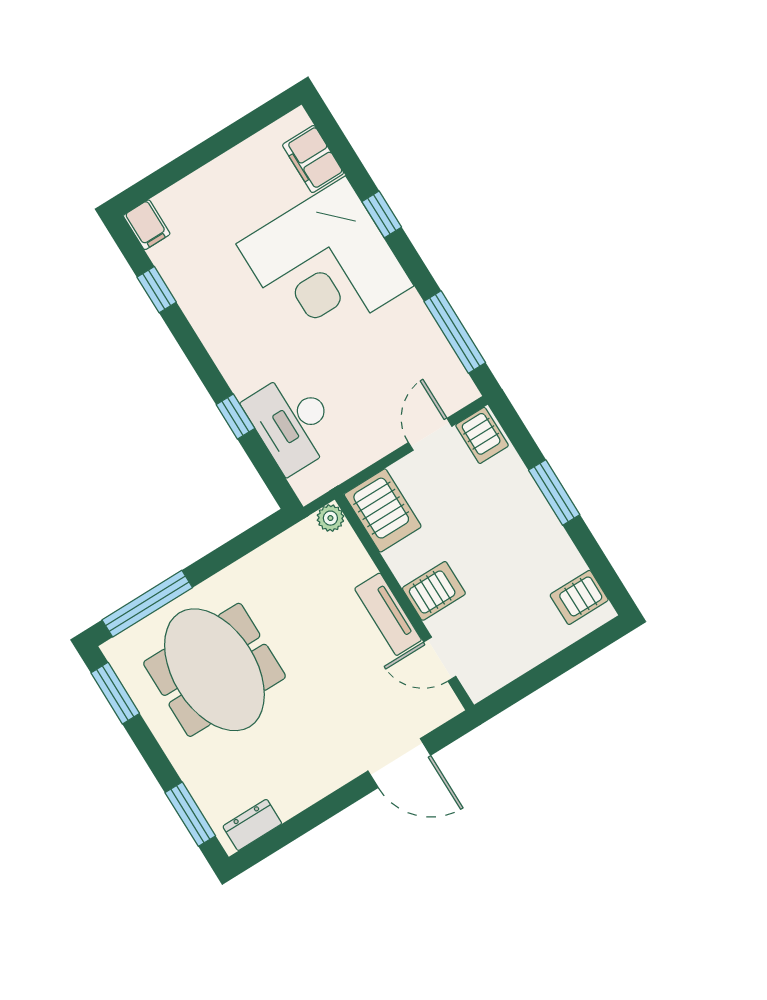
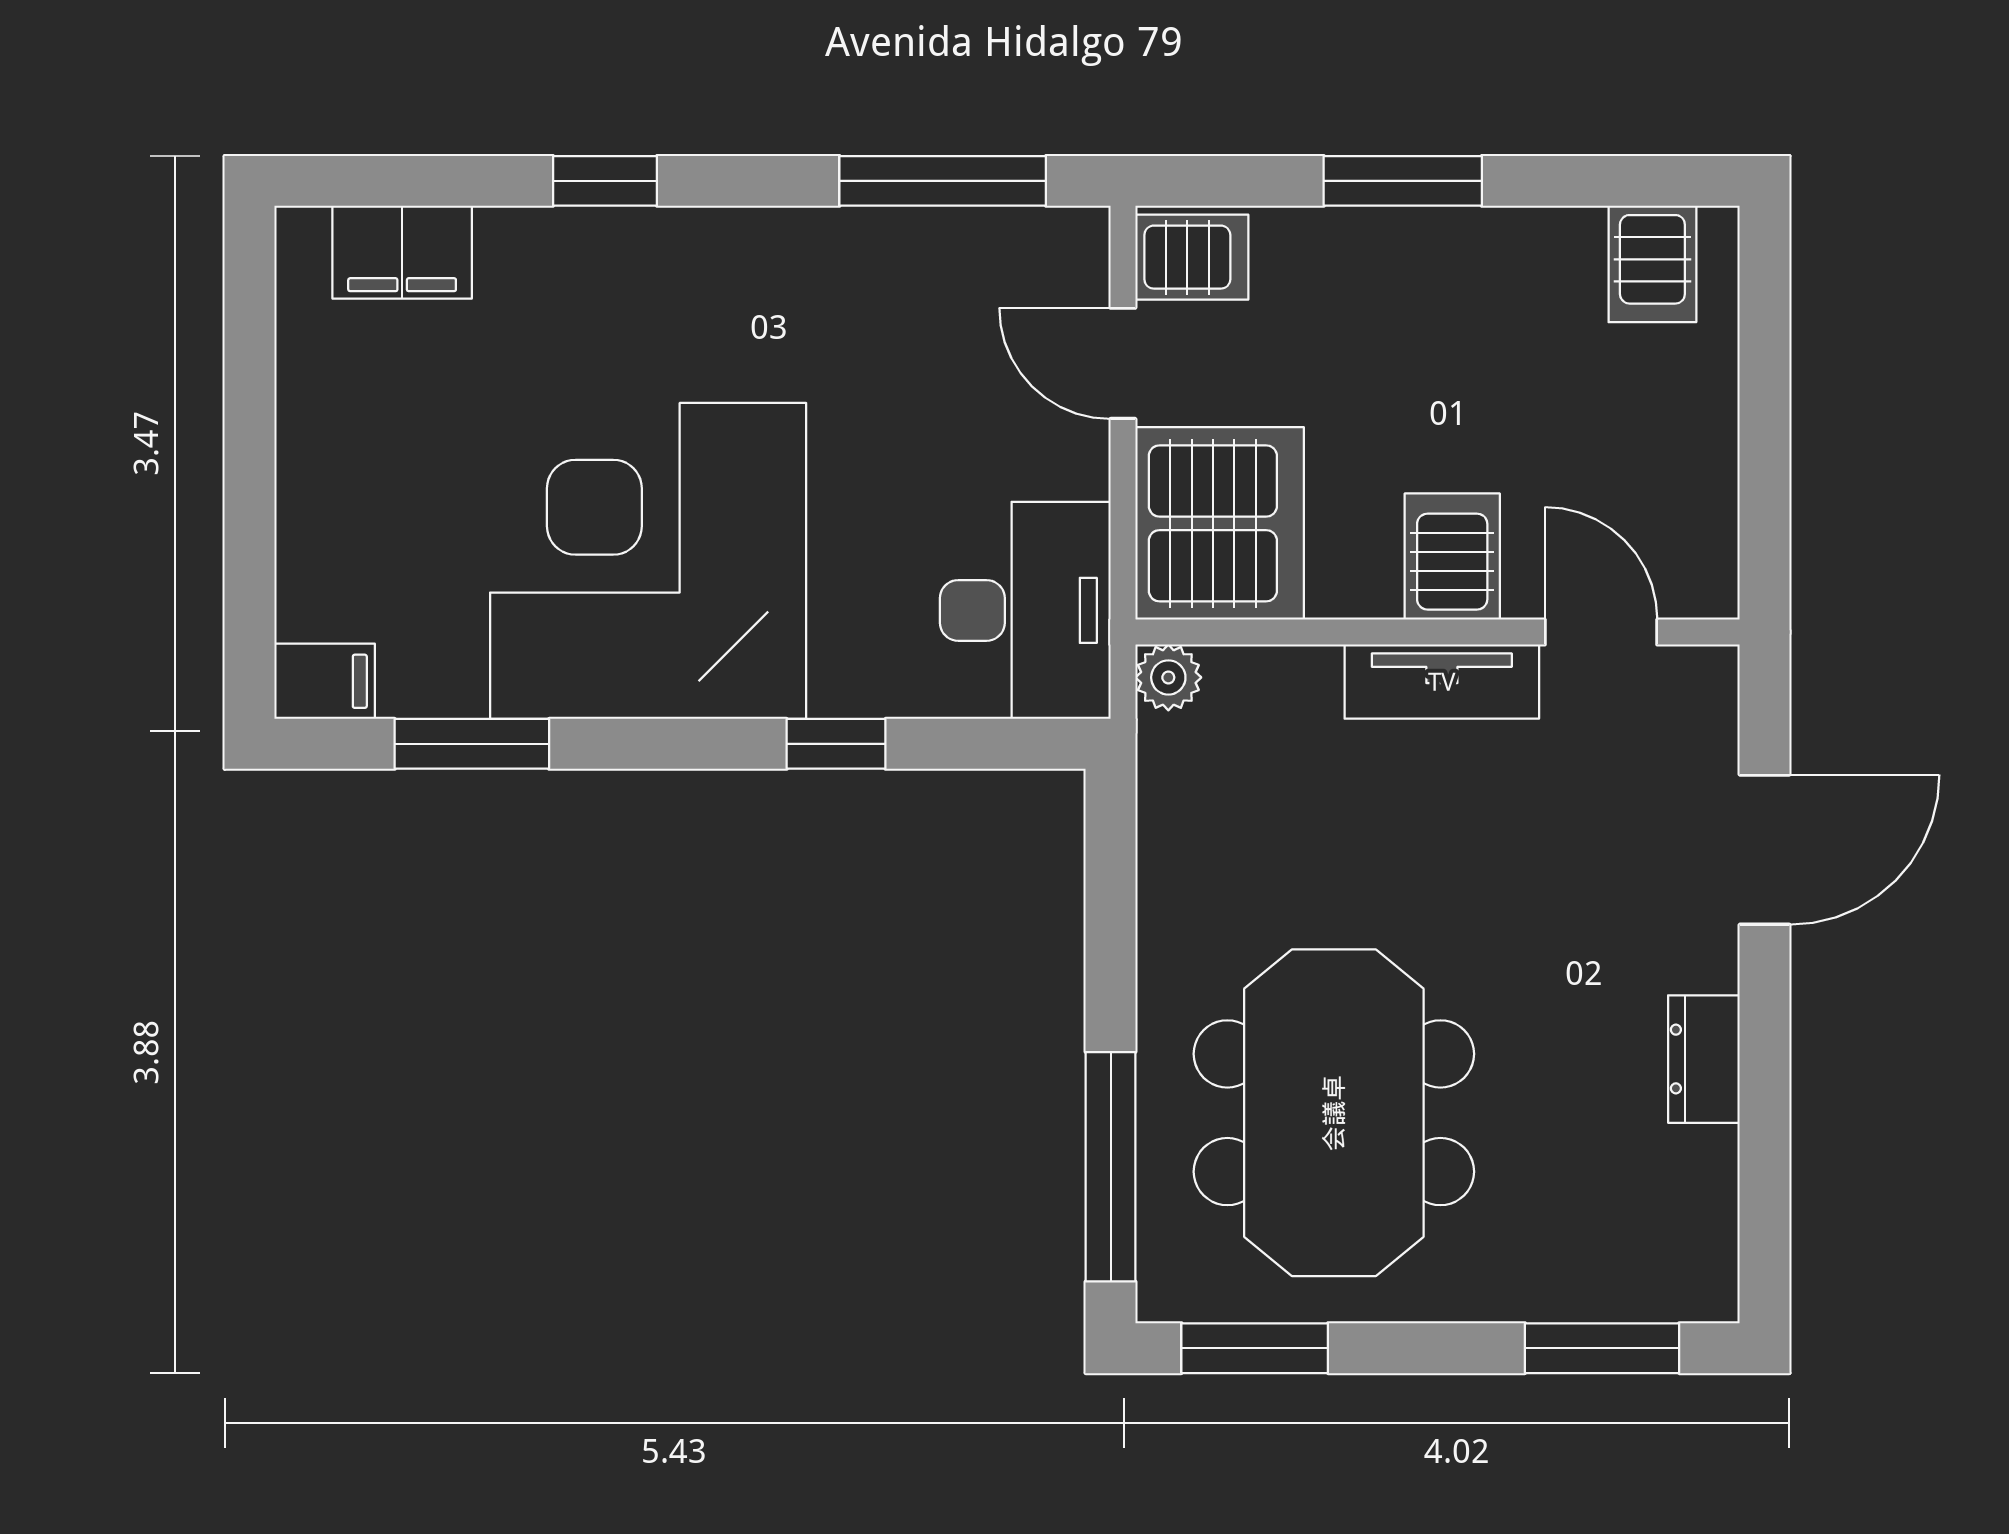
corner desk: (325, 265) -> (648, 561), moved, turned 180
window: (157, 290) -> (472, 744), width x1.50
desk: (292, 422) -> (1025, 610), moved, turned -90
server rack: (383, 510) -> (1220, 523), width x1.60
door: (440, 659) -> (1601, 632), swing flipped
meeting table: (214, 670) -> (1334, 1113), turned 90
dresser: (252, 825) -> (1704, 1059), moved

